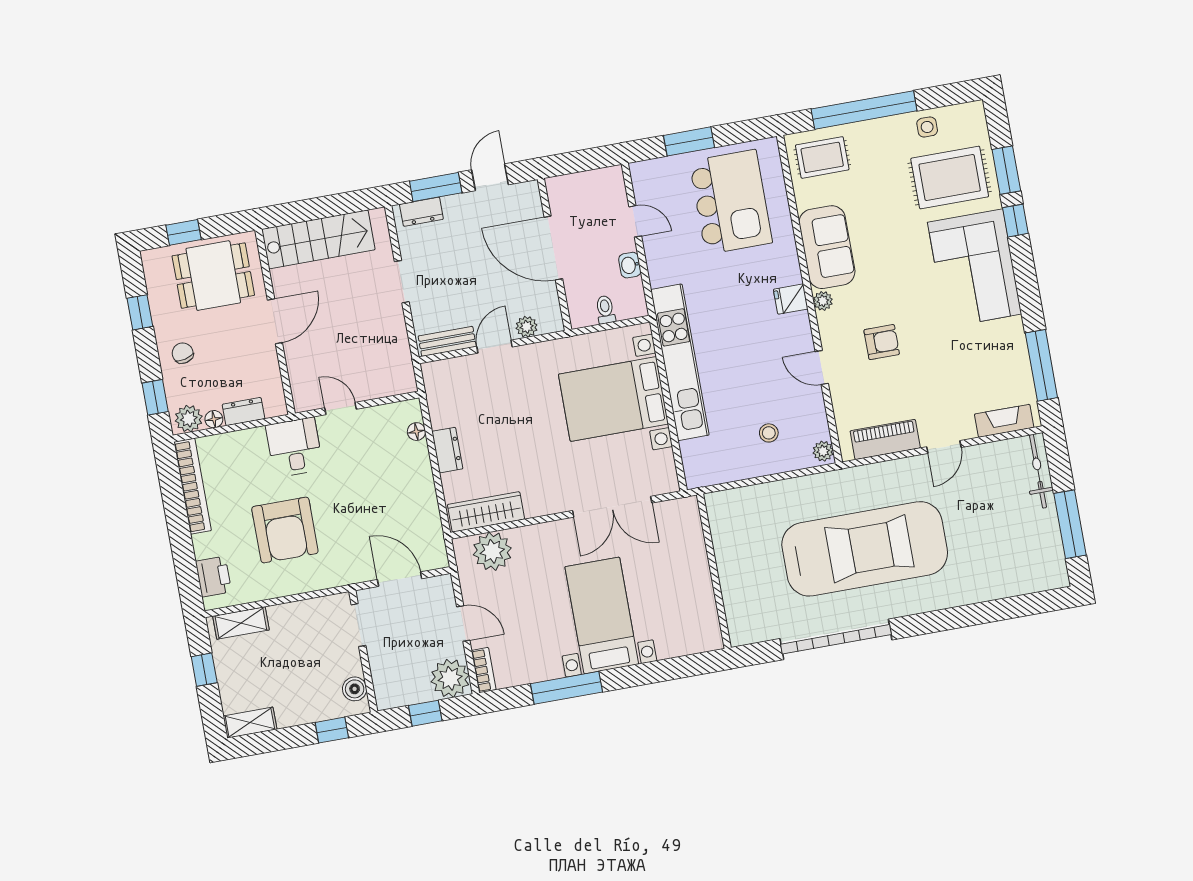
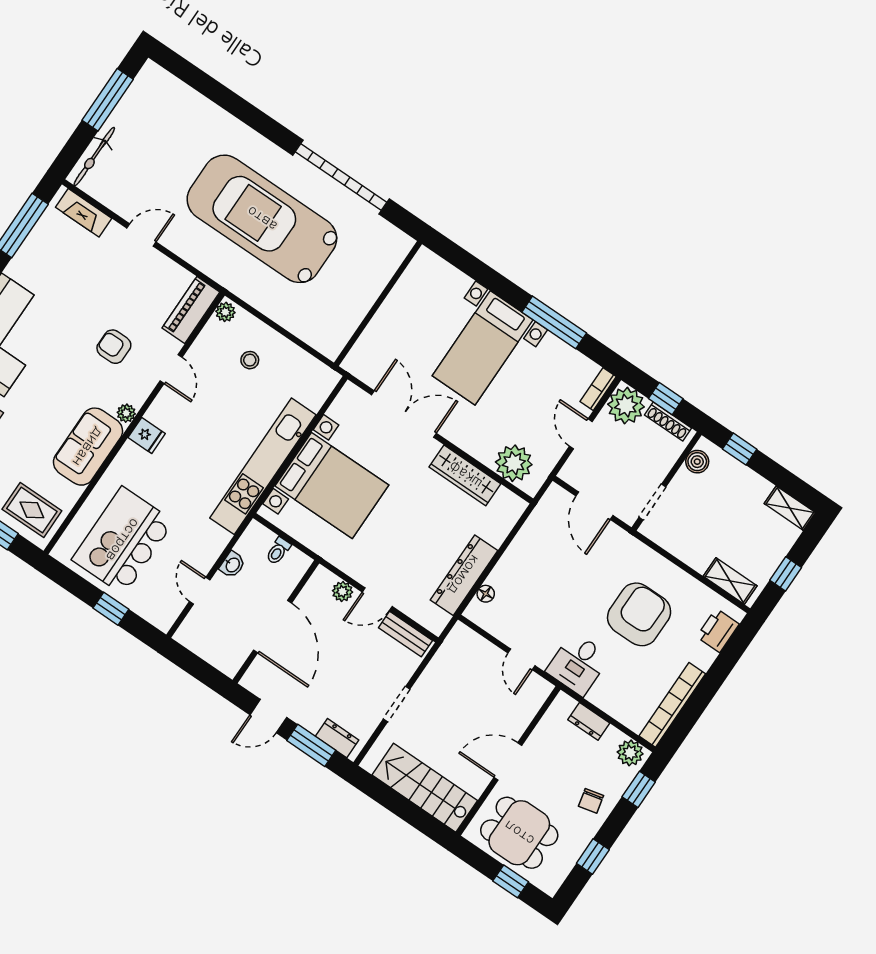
window: (689, 141) -> (111, 609), width x0.67
floor lamp: (214, 419) -> (614, 736), removed
piano: (885, 439) -> (191, 310), moved, turned 90
dresser: (447, 450) -> (464, 575), width x1.96, depth x1.24
wardrobe: (486, 512) -> (465, 475), moved
shoe rack: (407, 698) -> (668, 422), added

